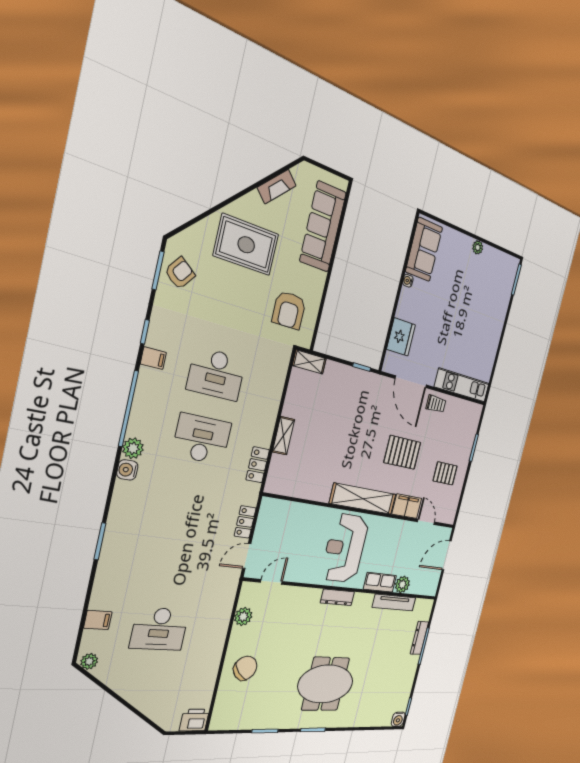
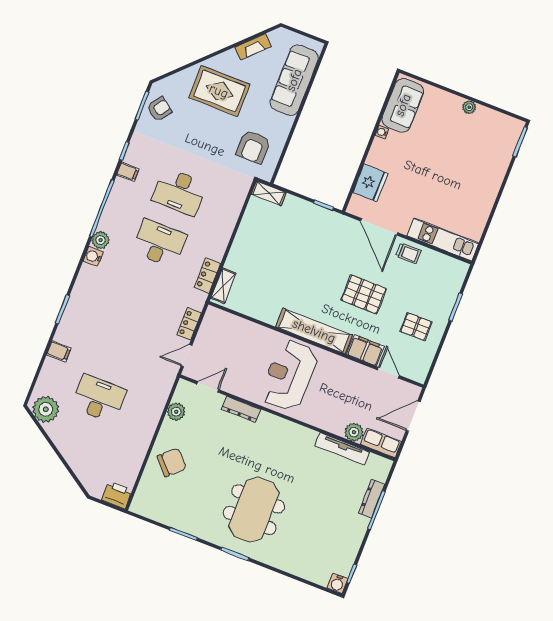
shelving: (284, 436) -> (223, 286), moved
row of seats: (380, 582) -> (381, 443), moved
dresser: (337, 597) -> (241, 409), moved
filing cabinet: (98, 620) -> (59, 351), moved
desk: (160, 629) -> (99, 399), turned 180
plant: (89, 661) -> (46, 409), width x1.87, depth x1.87
meeting table: (326, 684) -> (254, 510), turned 90

